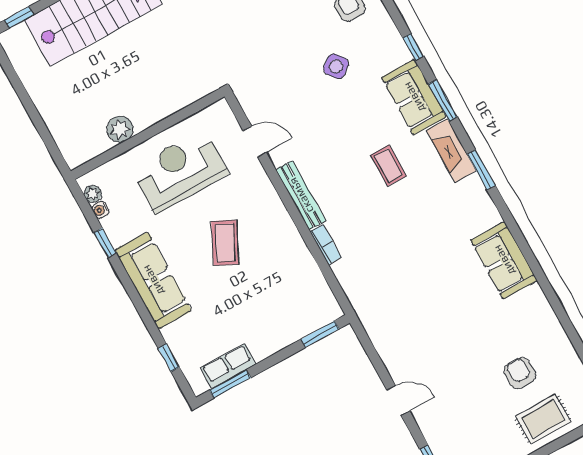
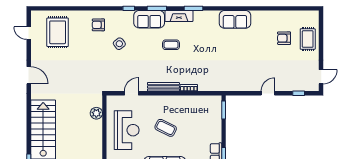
plant: (120, 129) -> (96, 113), moved
reception desk: (180, 171) -> (127, 130), turned 180

